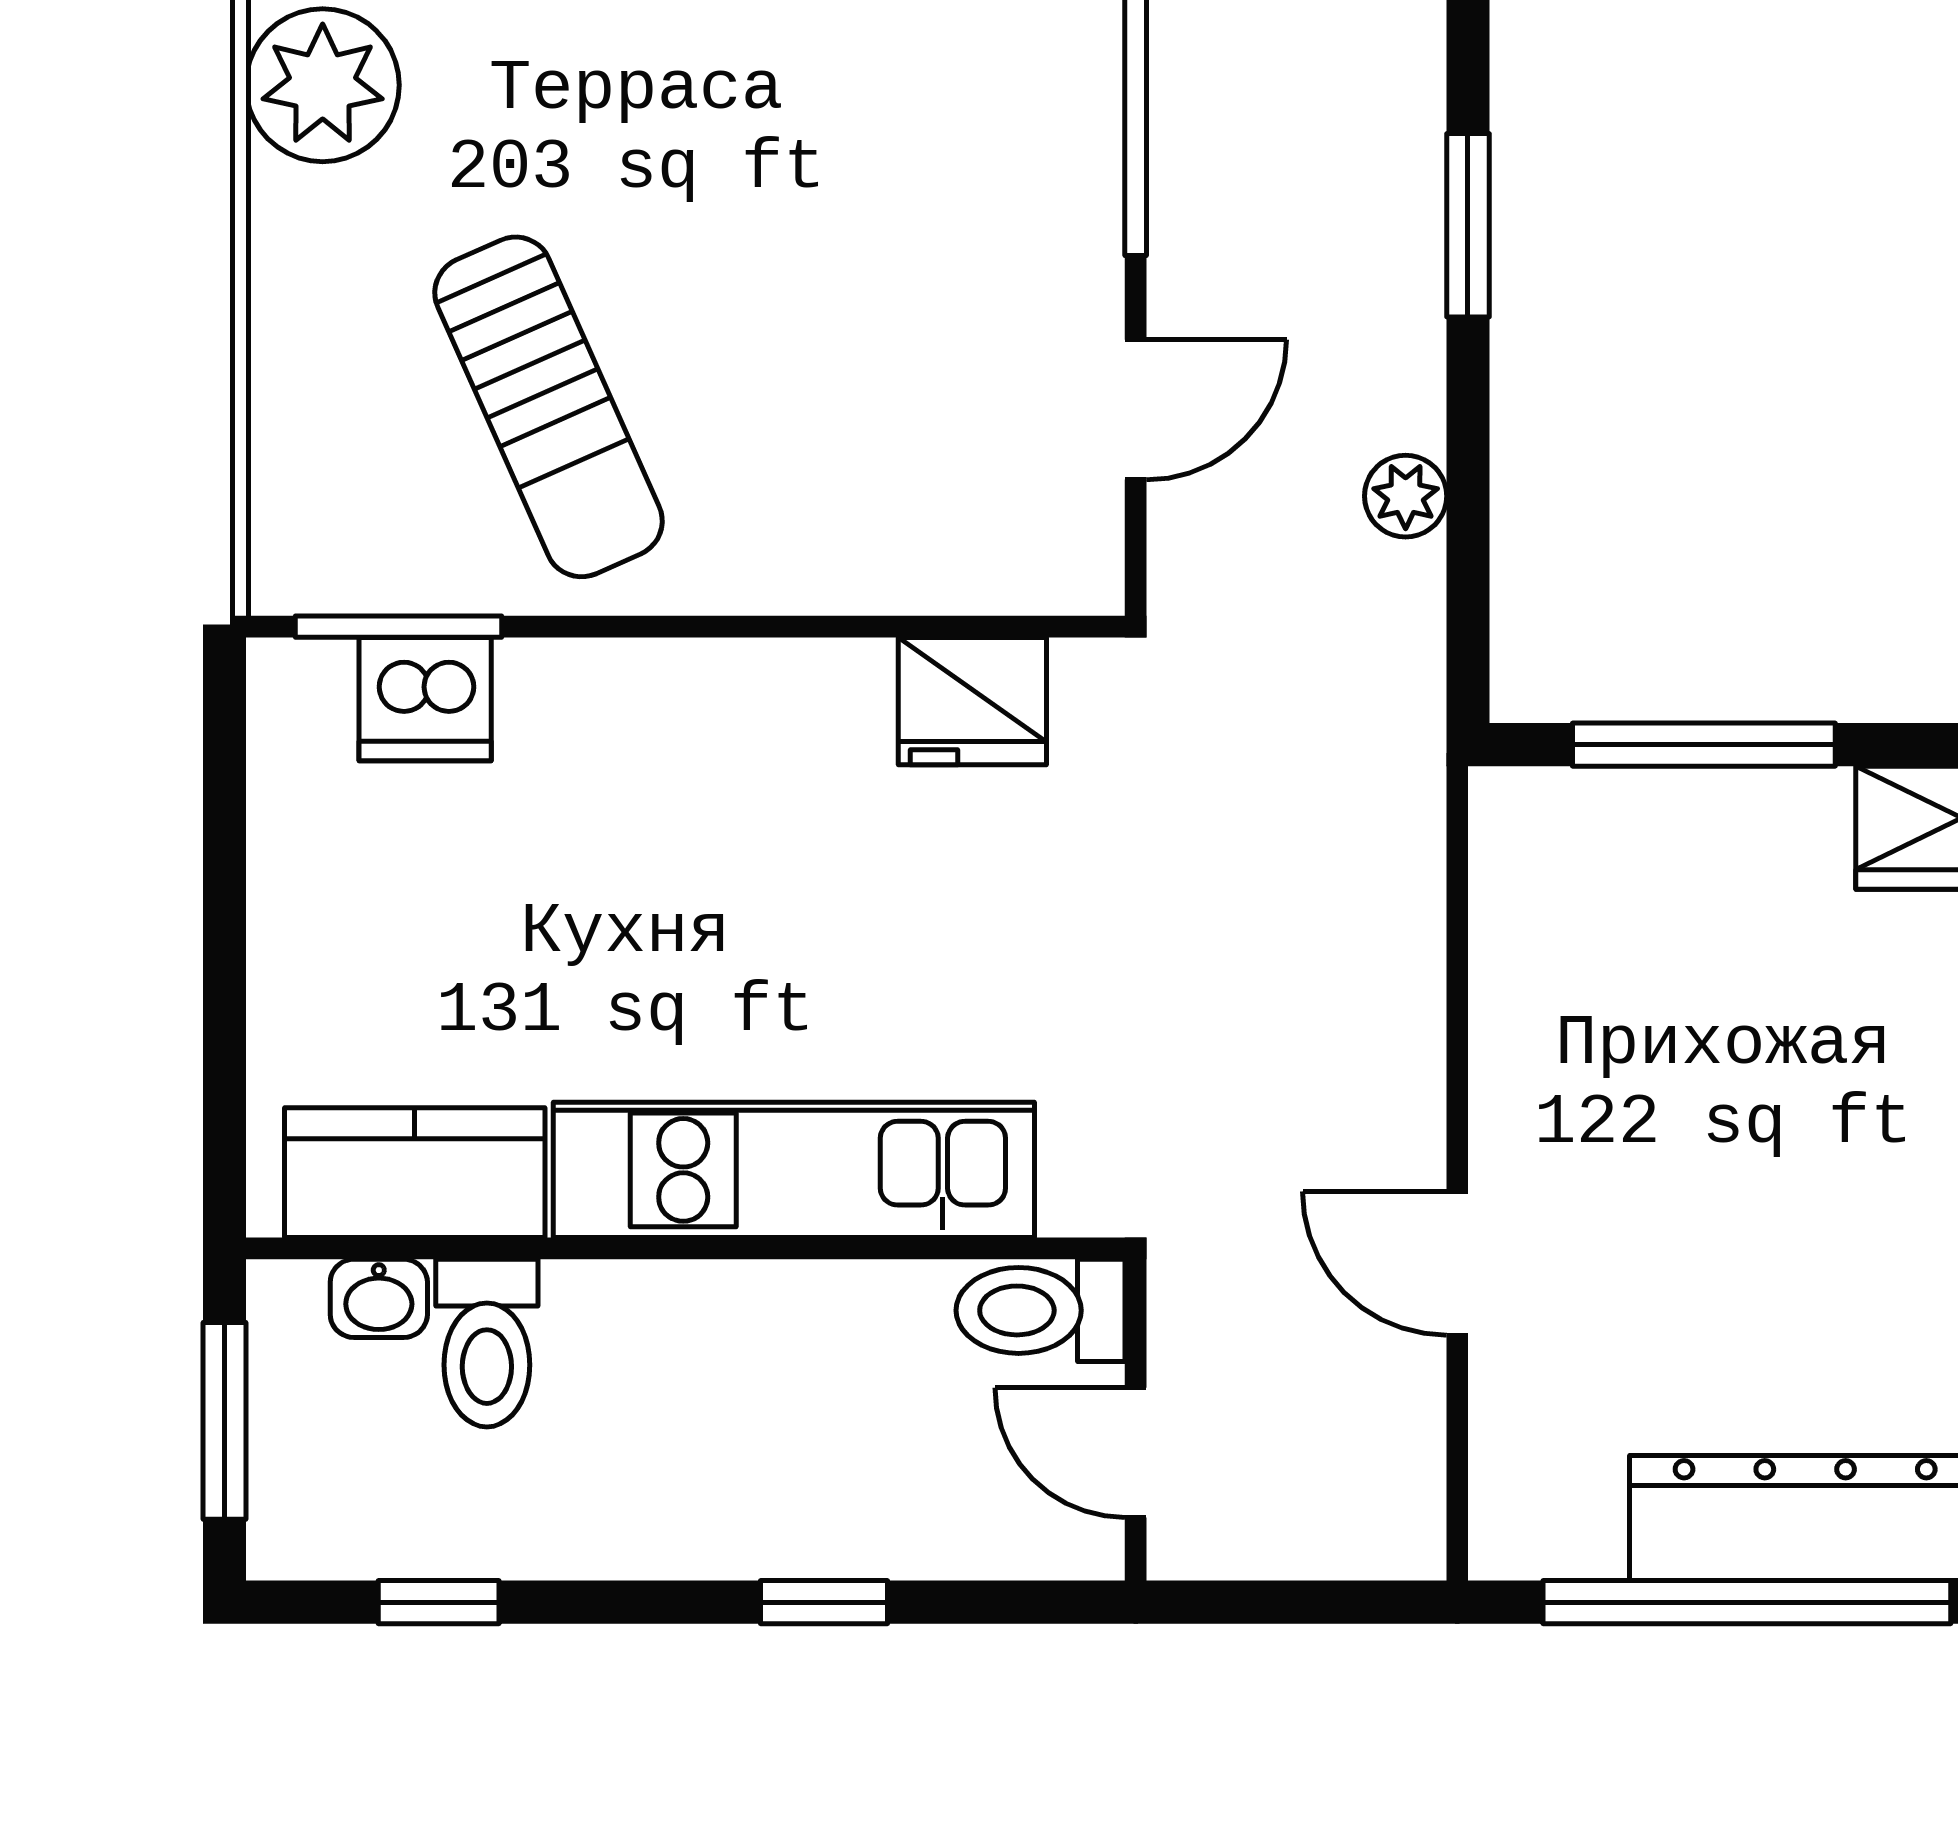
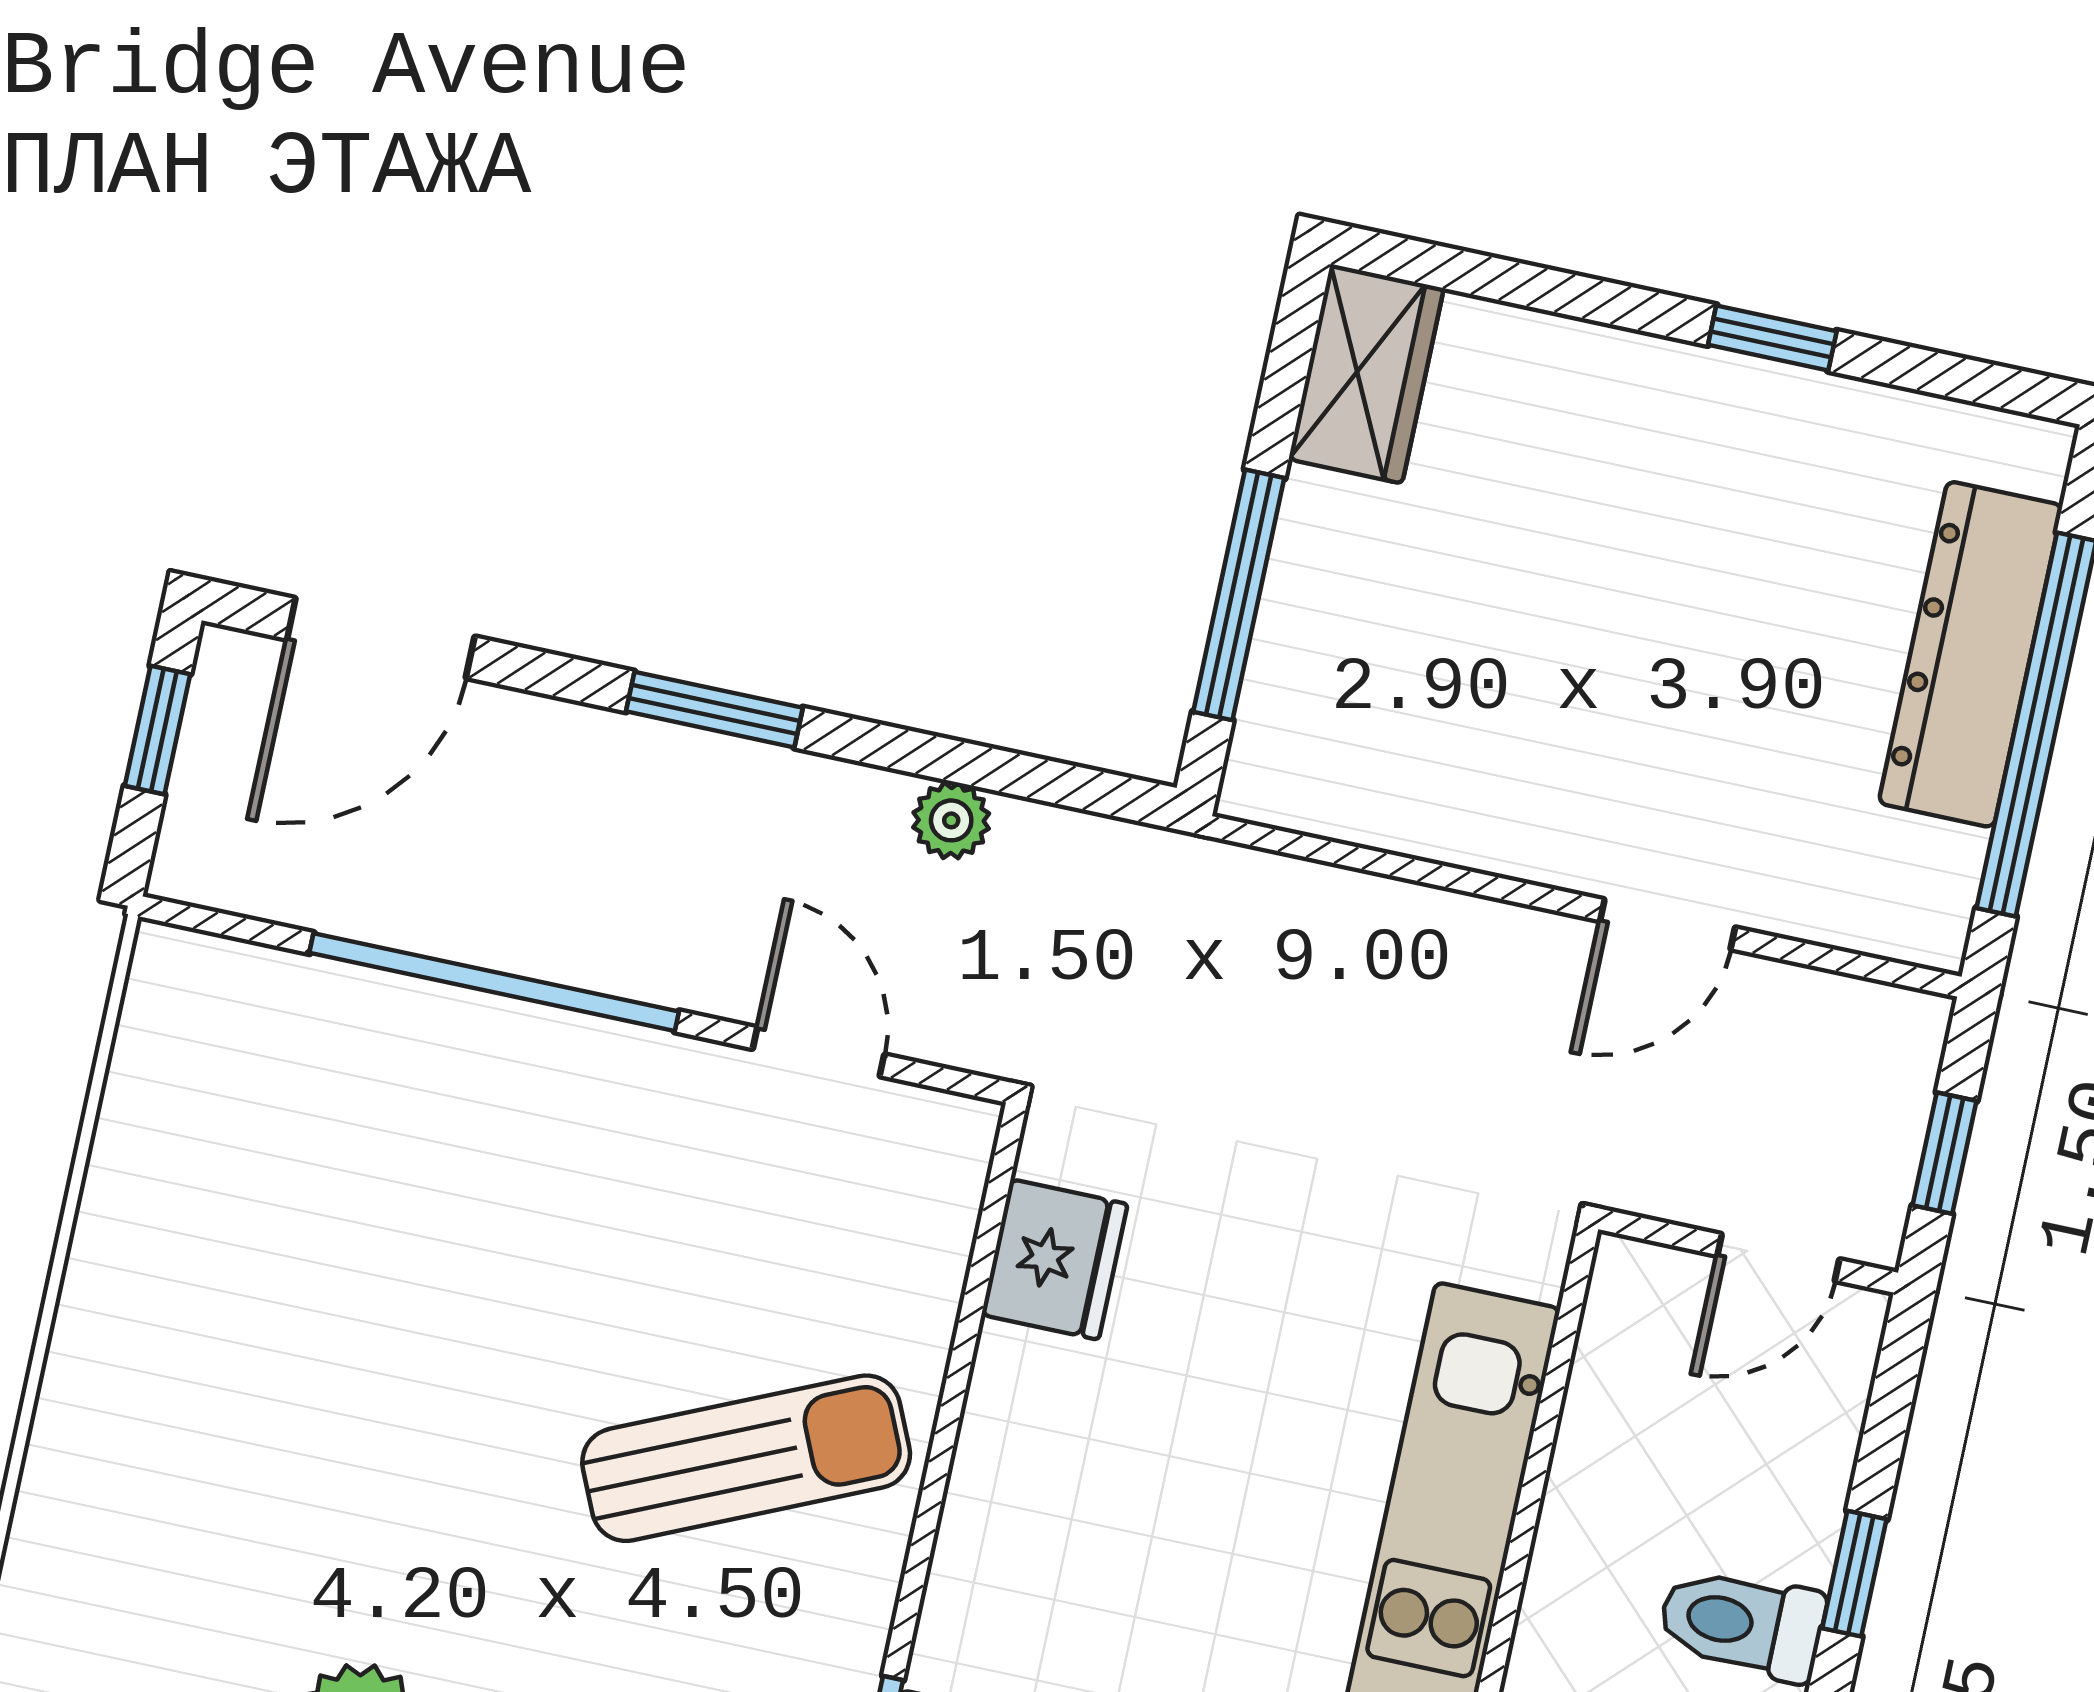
sun lounger: (549, 407) -> (746, 1458), moved
toilet: (1041, 1310) -> (1742, 1624), moved, turned 90
window: (1281, 1602) -> (1944, 1153), added

